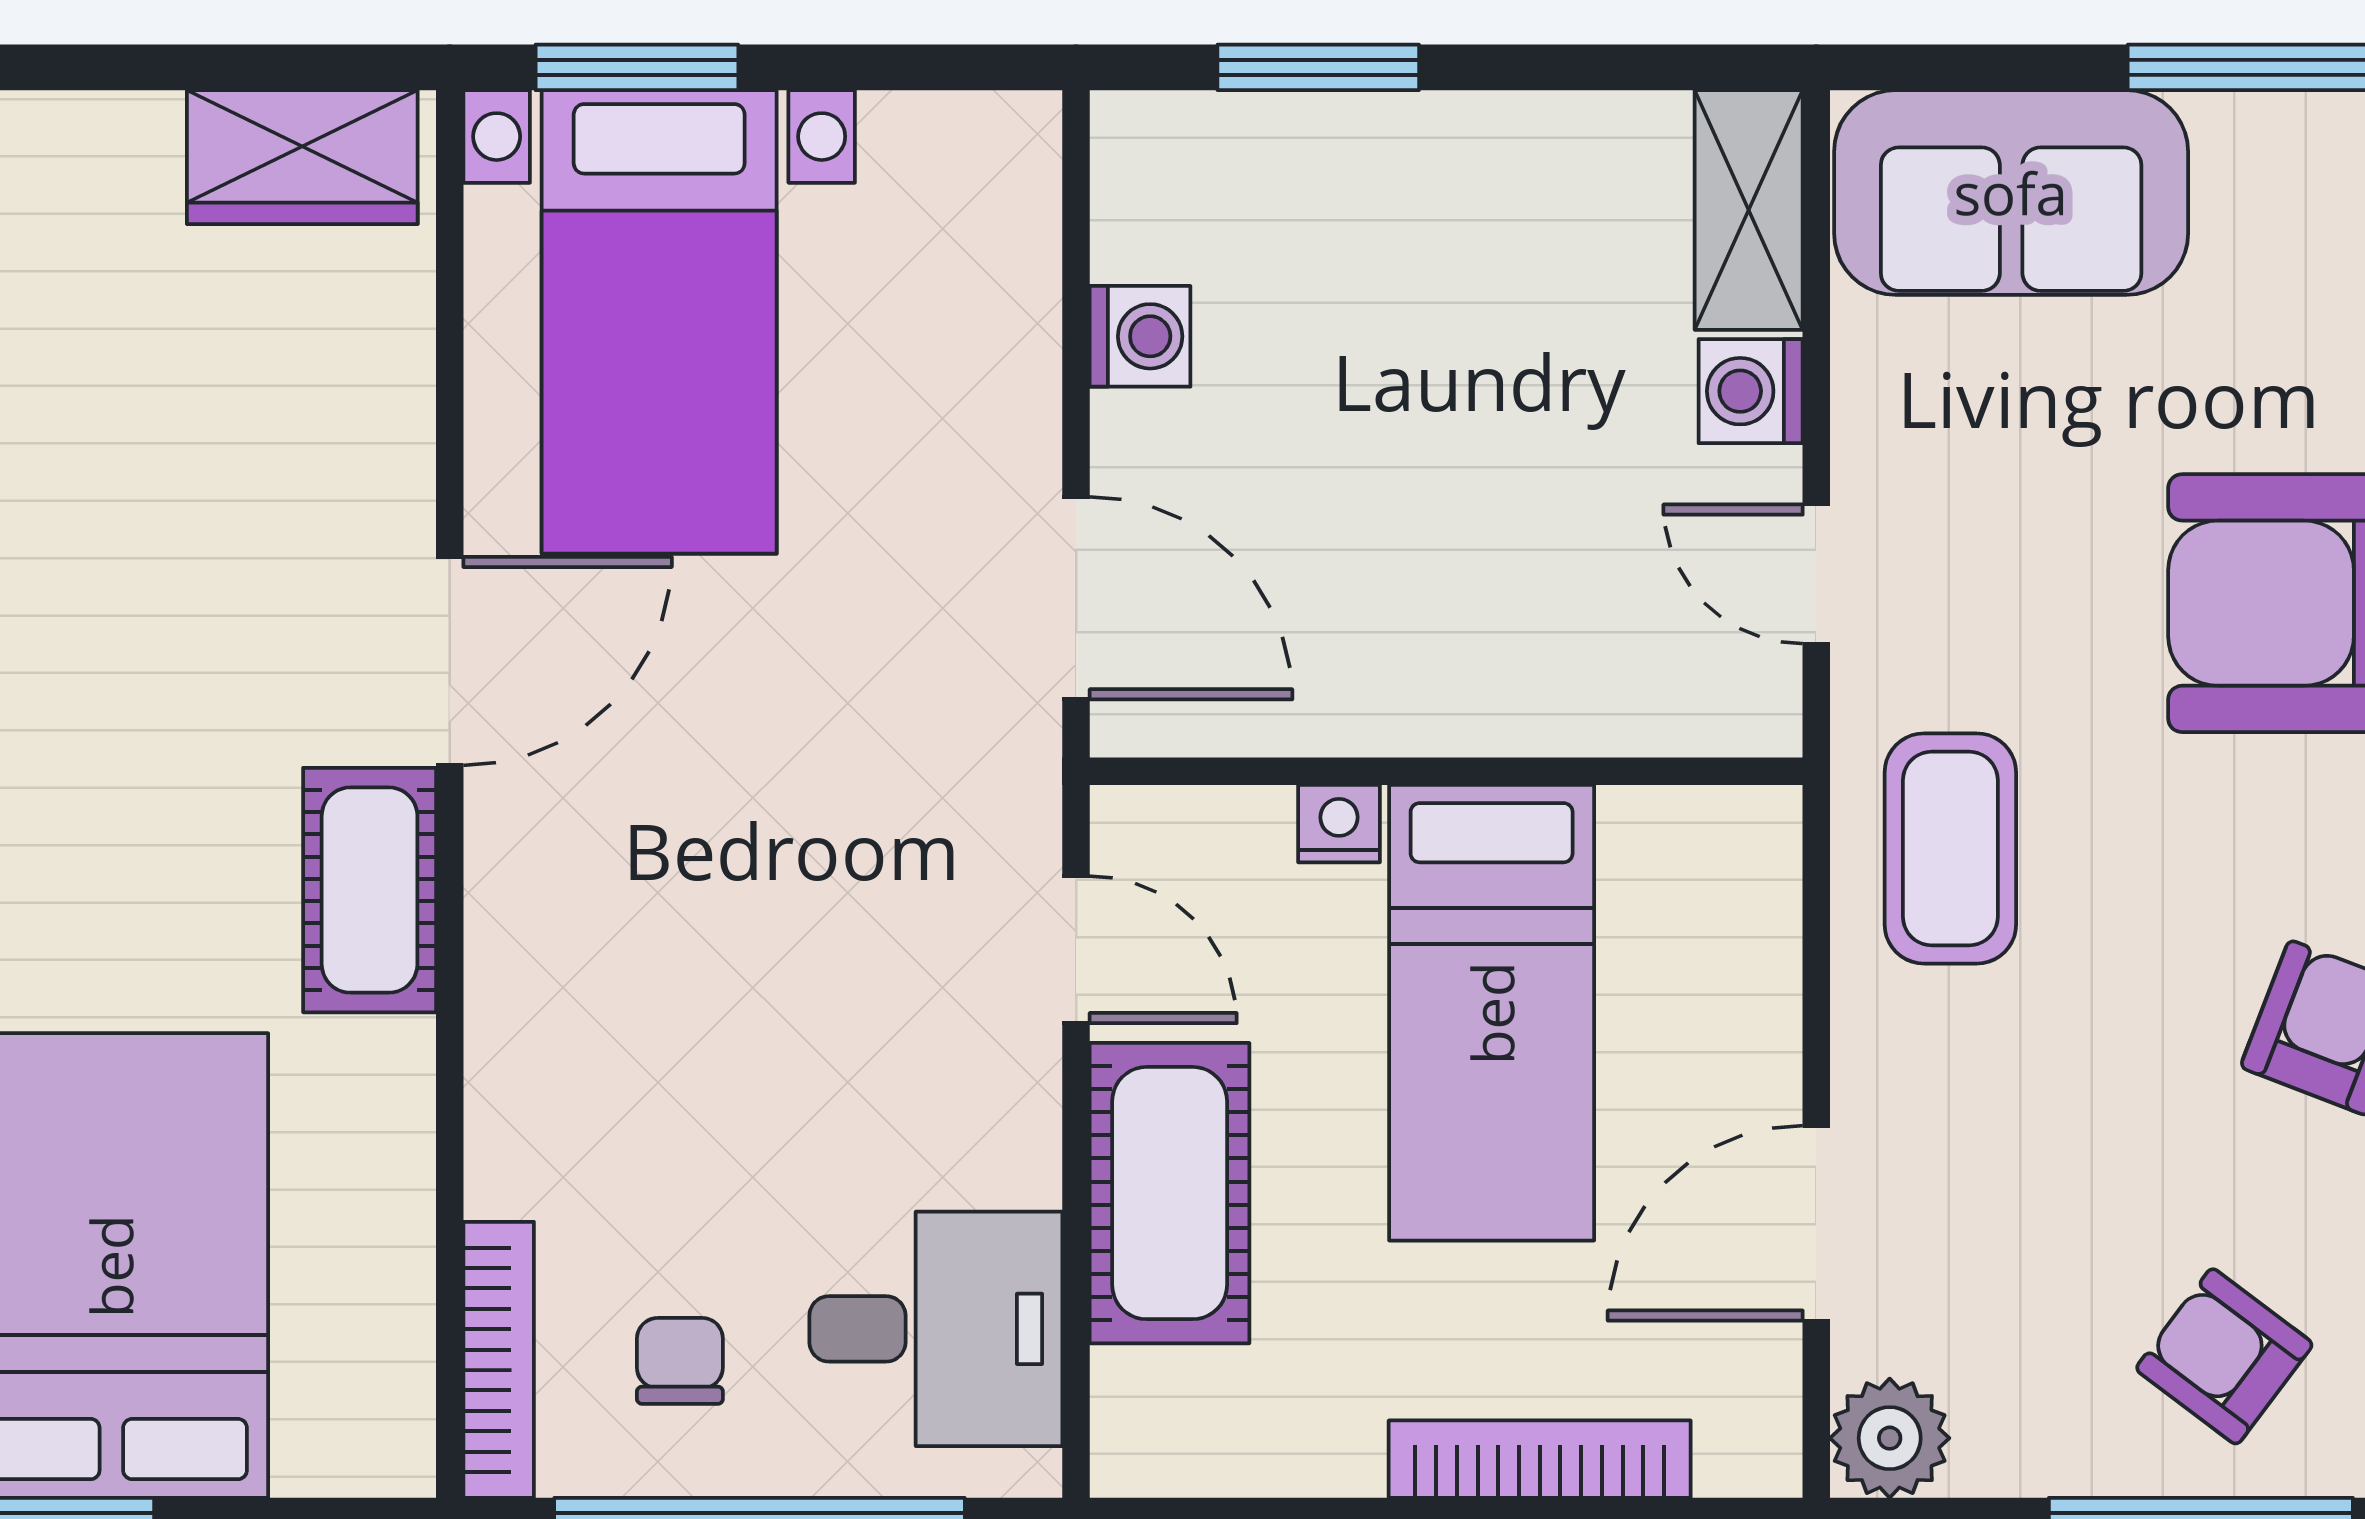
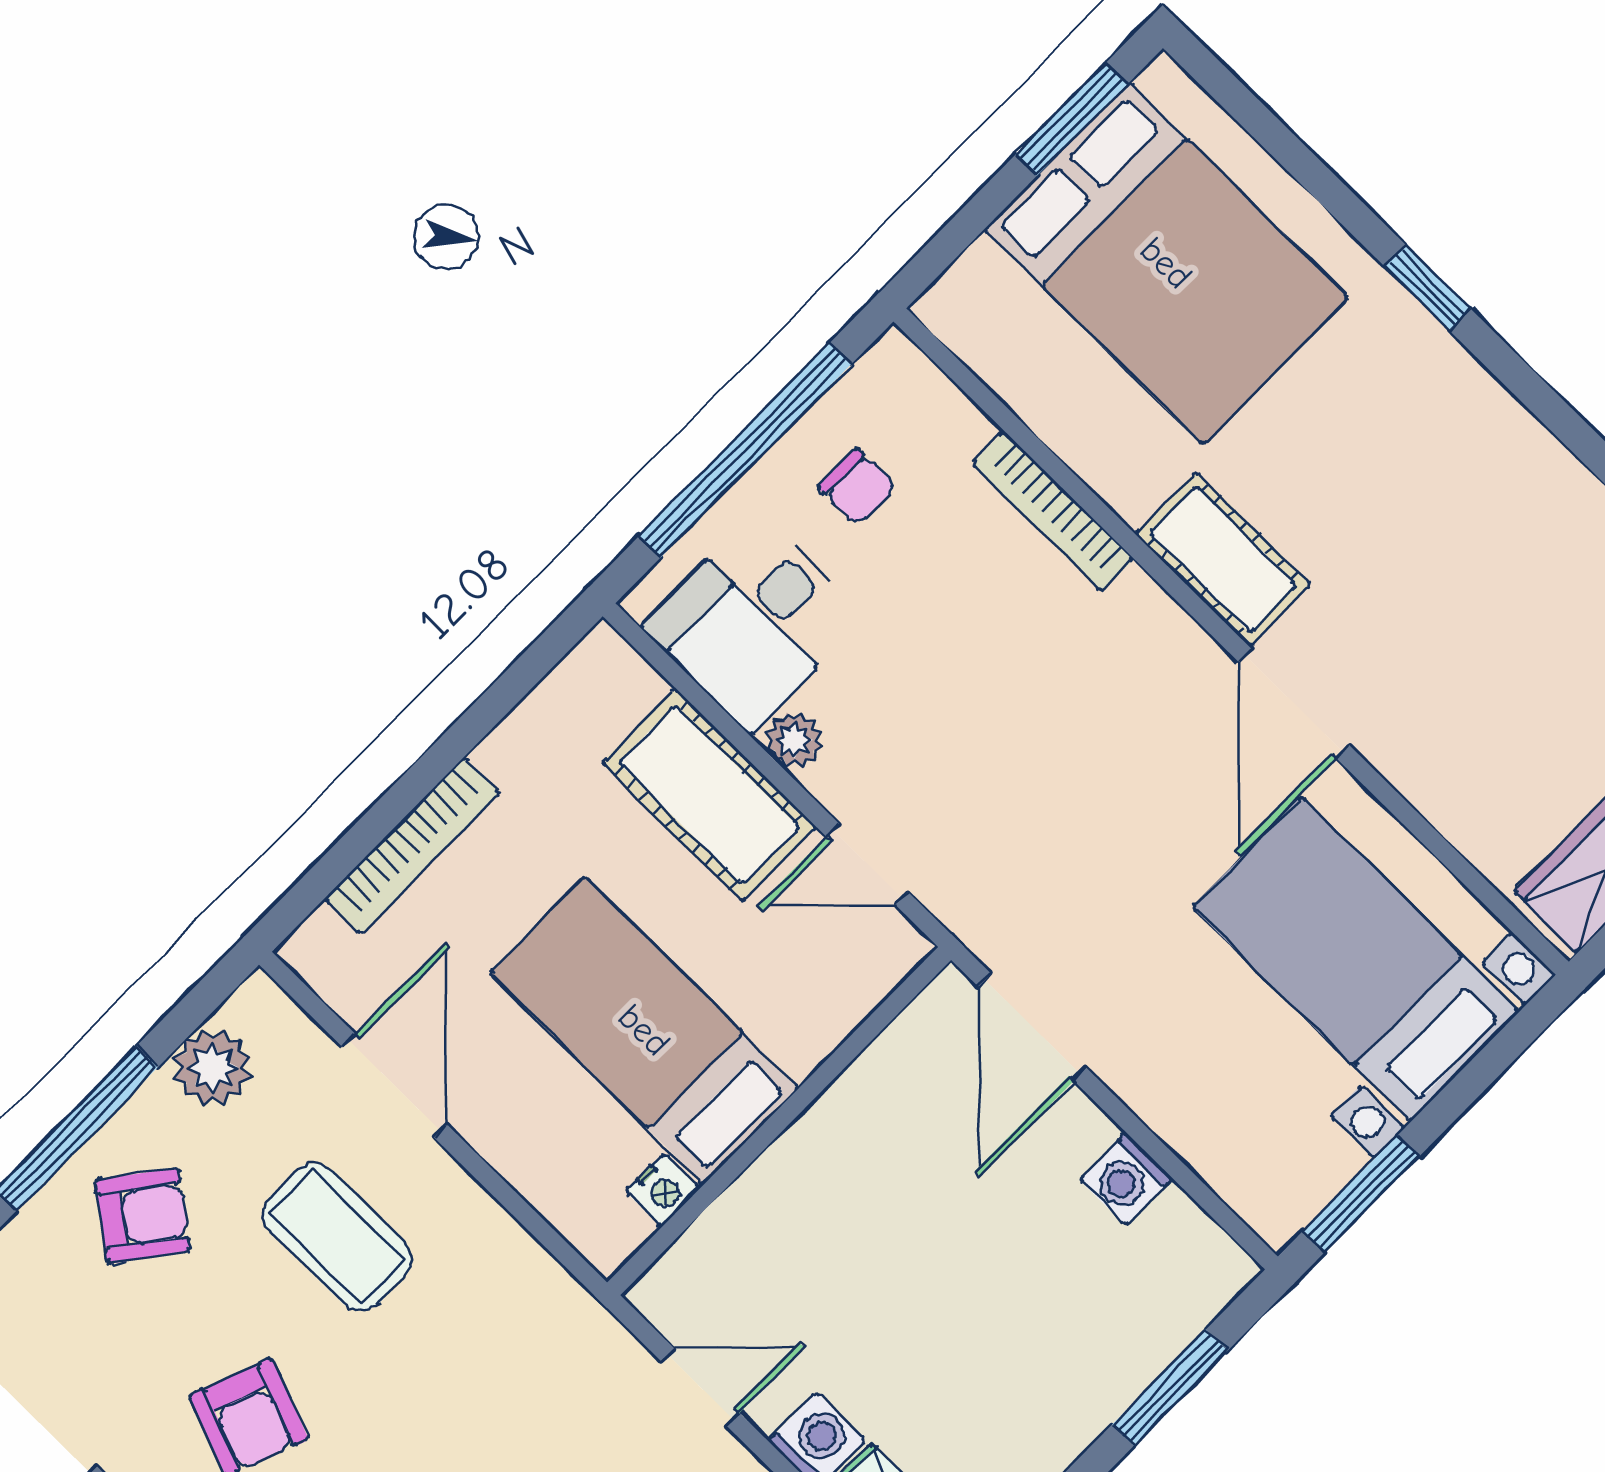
window: (637, 67) -> (1361, 1194), moved
door: (1076, 598) -> (1032, 1027), hinge flipped
nightstand: (1339, 824) -> (663, 1190), moved
coffee table: (1950, 848) -> (337, 1237), moved
plant: (1020, 1160) -> (794, 740), added
bookcase: (499, 1360) -> (1053, 511), moved
plant: (1890, 1438) -> (213, 1068), moved

